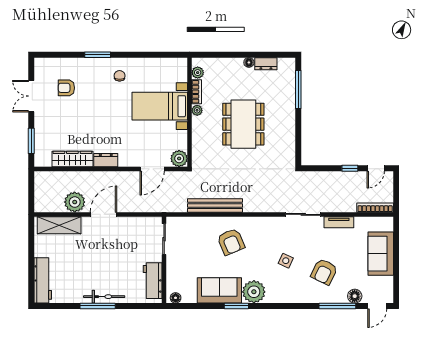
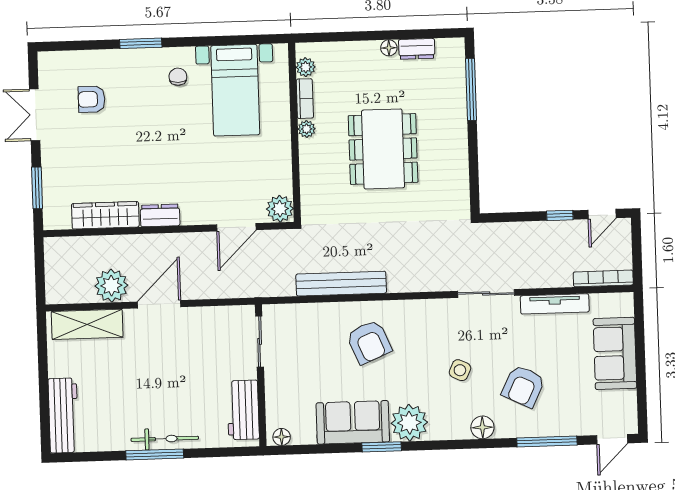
bed with nightstands: (160, 106) -> (235, 90), moved, turned -90
tv unit: (339, 222) -> (555, 304), width x1.41
floor lamp: (355, 296) -> (482, 427), moved

